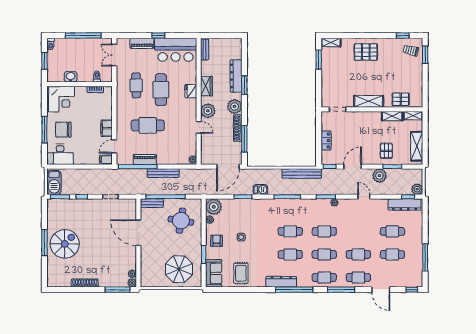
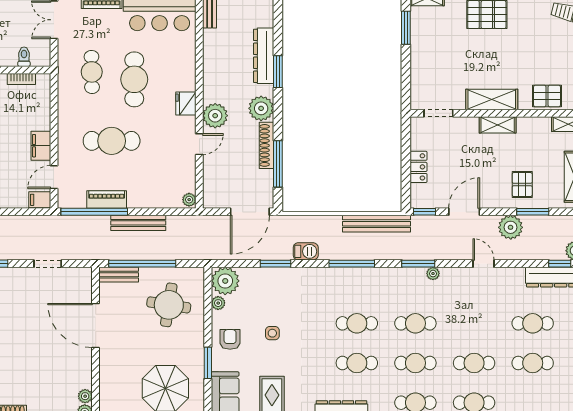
wardrobe: (206, 86) -> (213, 73), removed
fridge: (191, 91) -> (186, 104), moved
shelving: (392, 116) -> (498, 125), moved
door: (199, 127) -> (199, 144), hinge flipped

